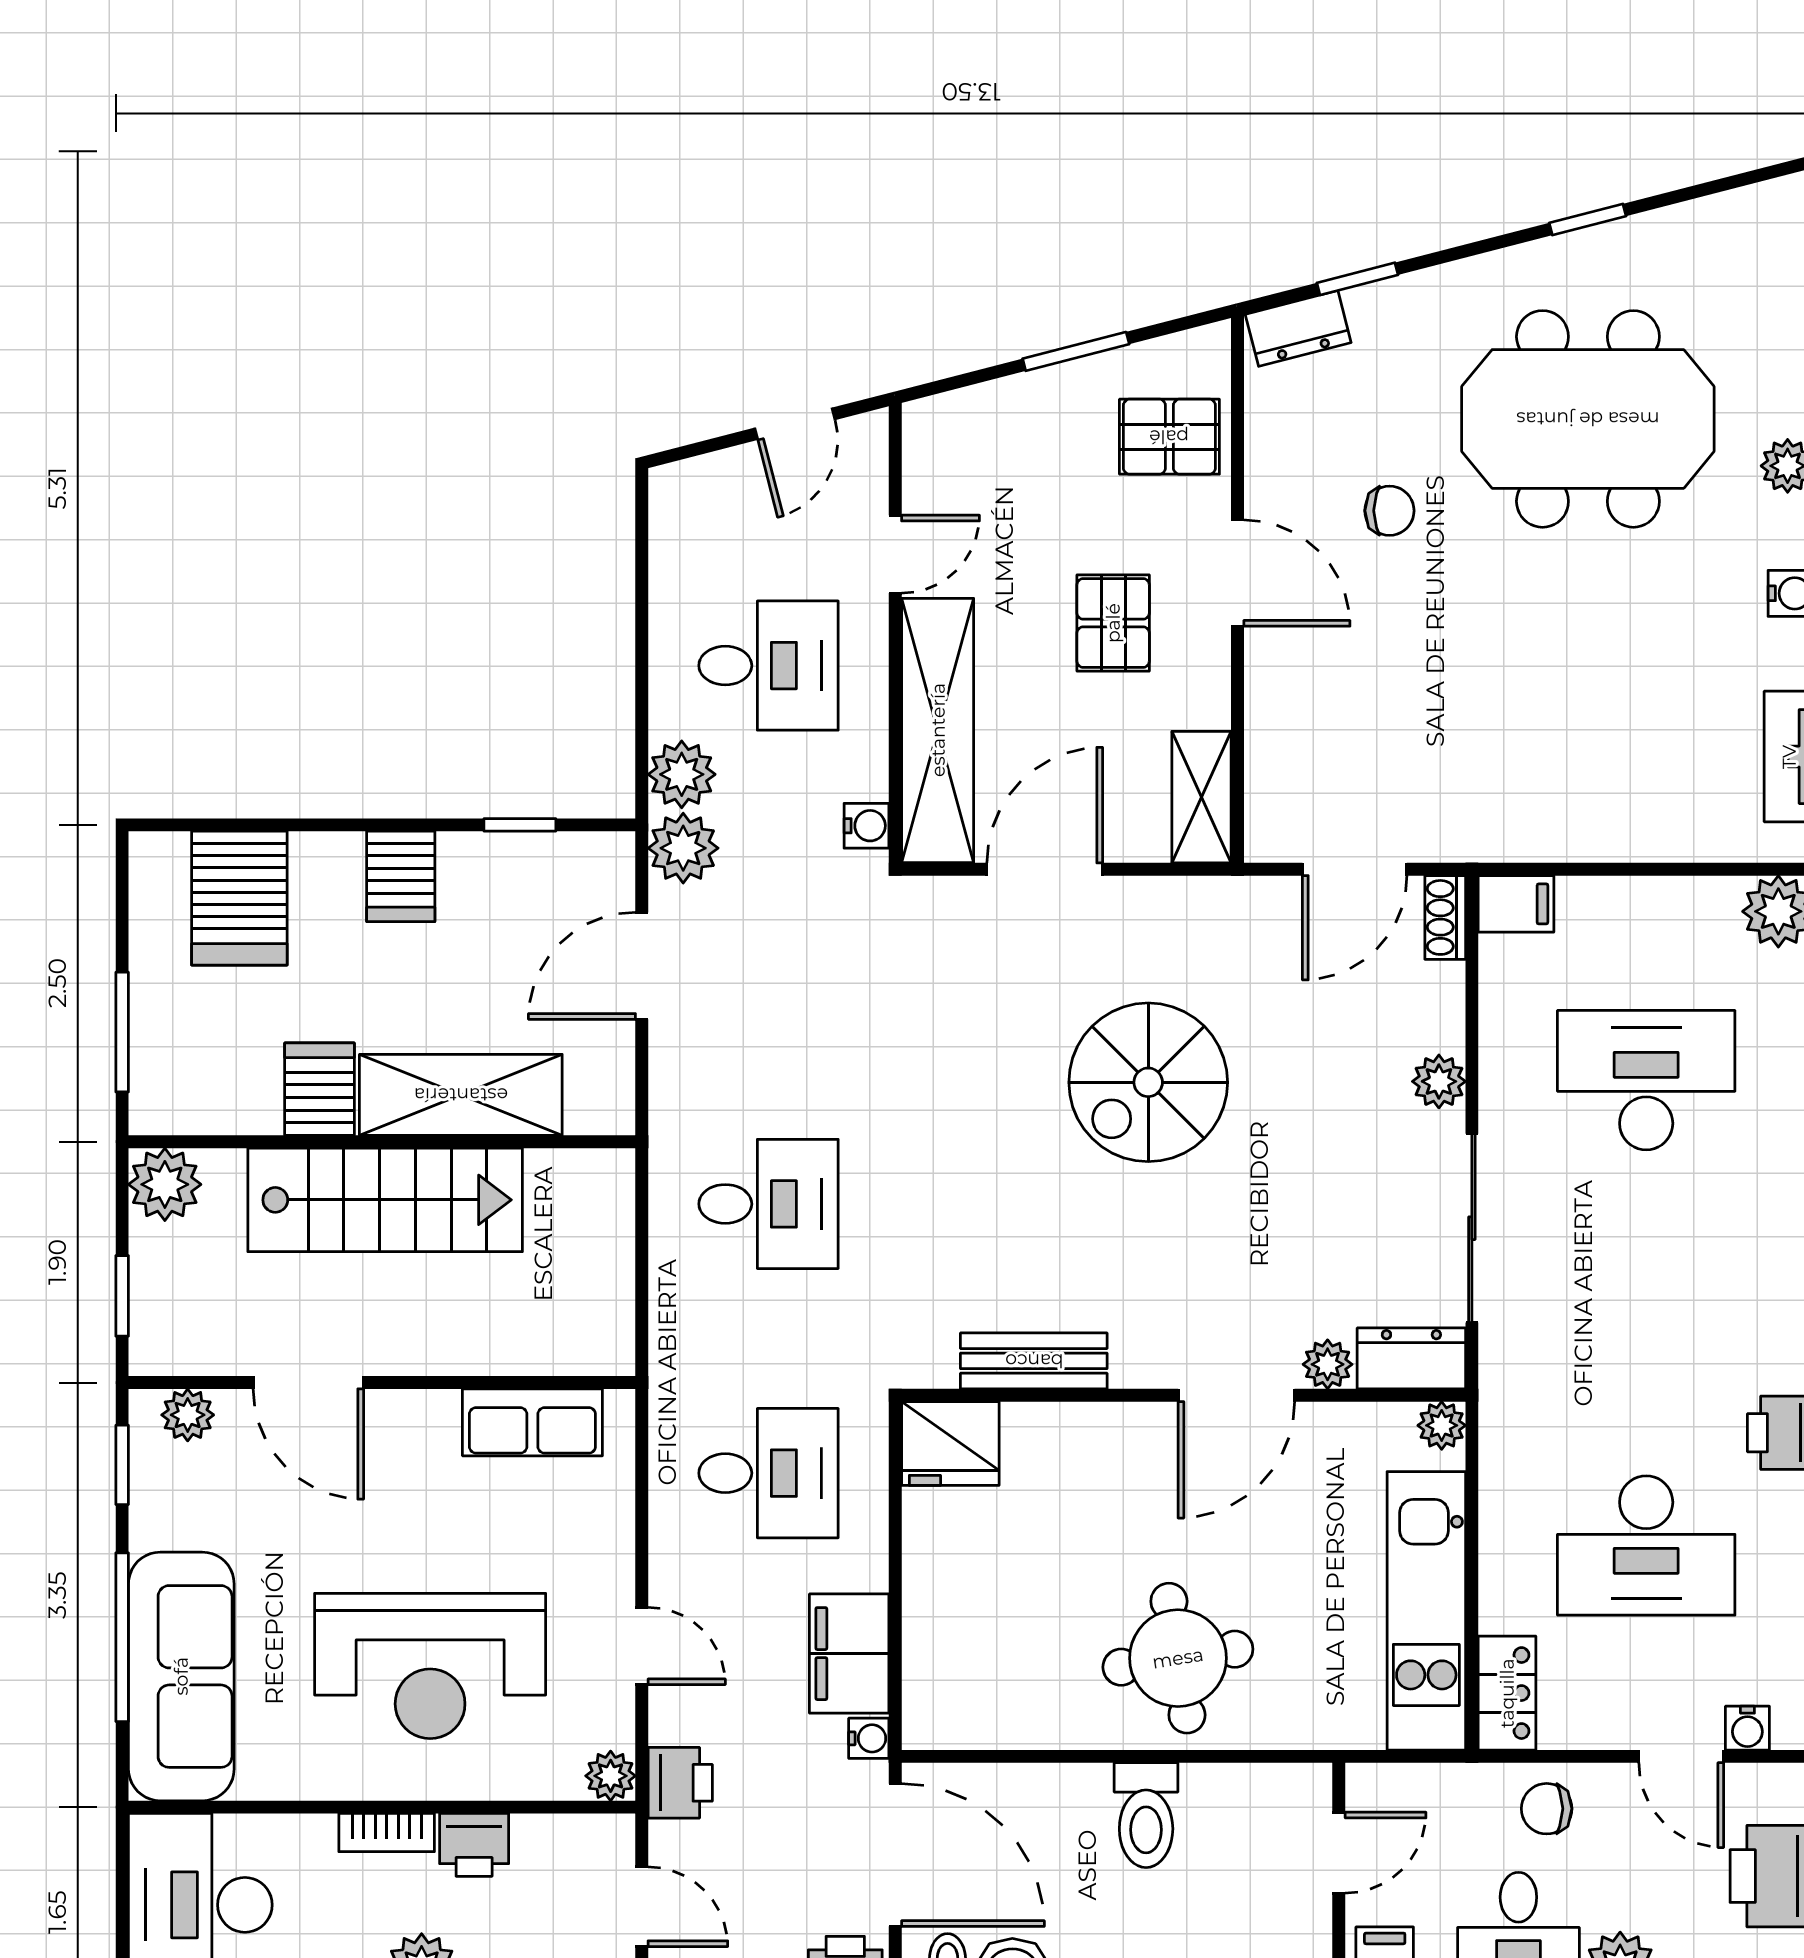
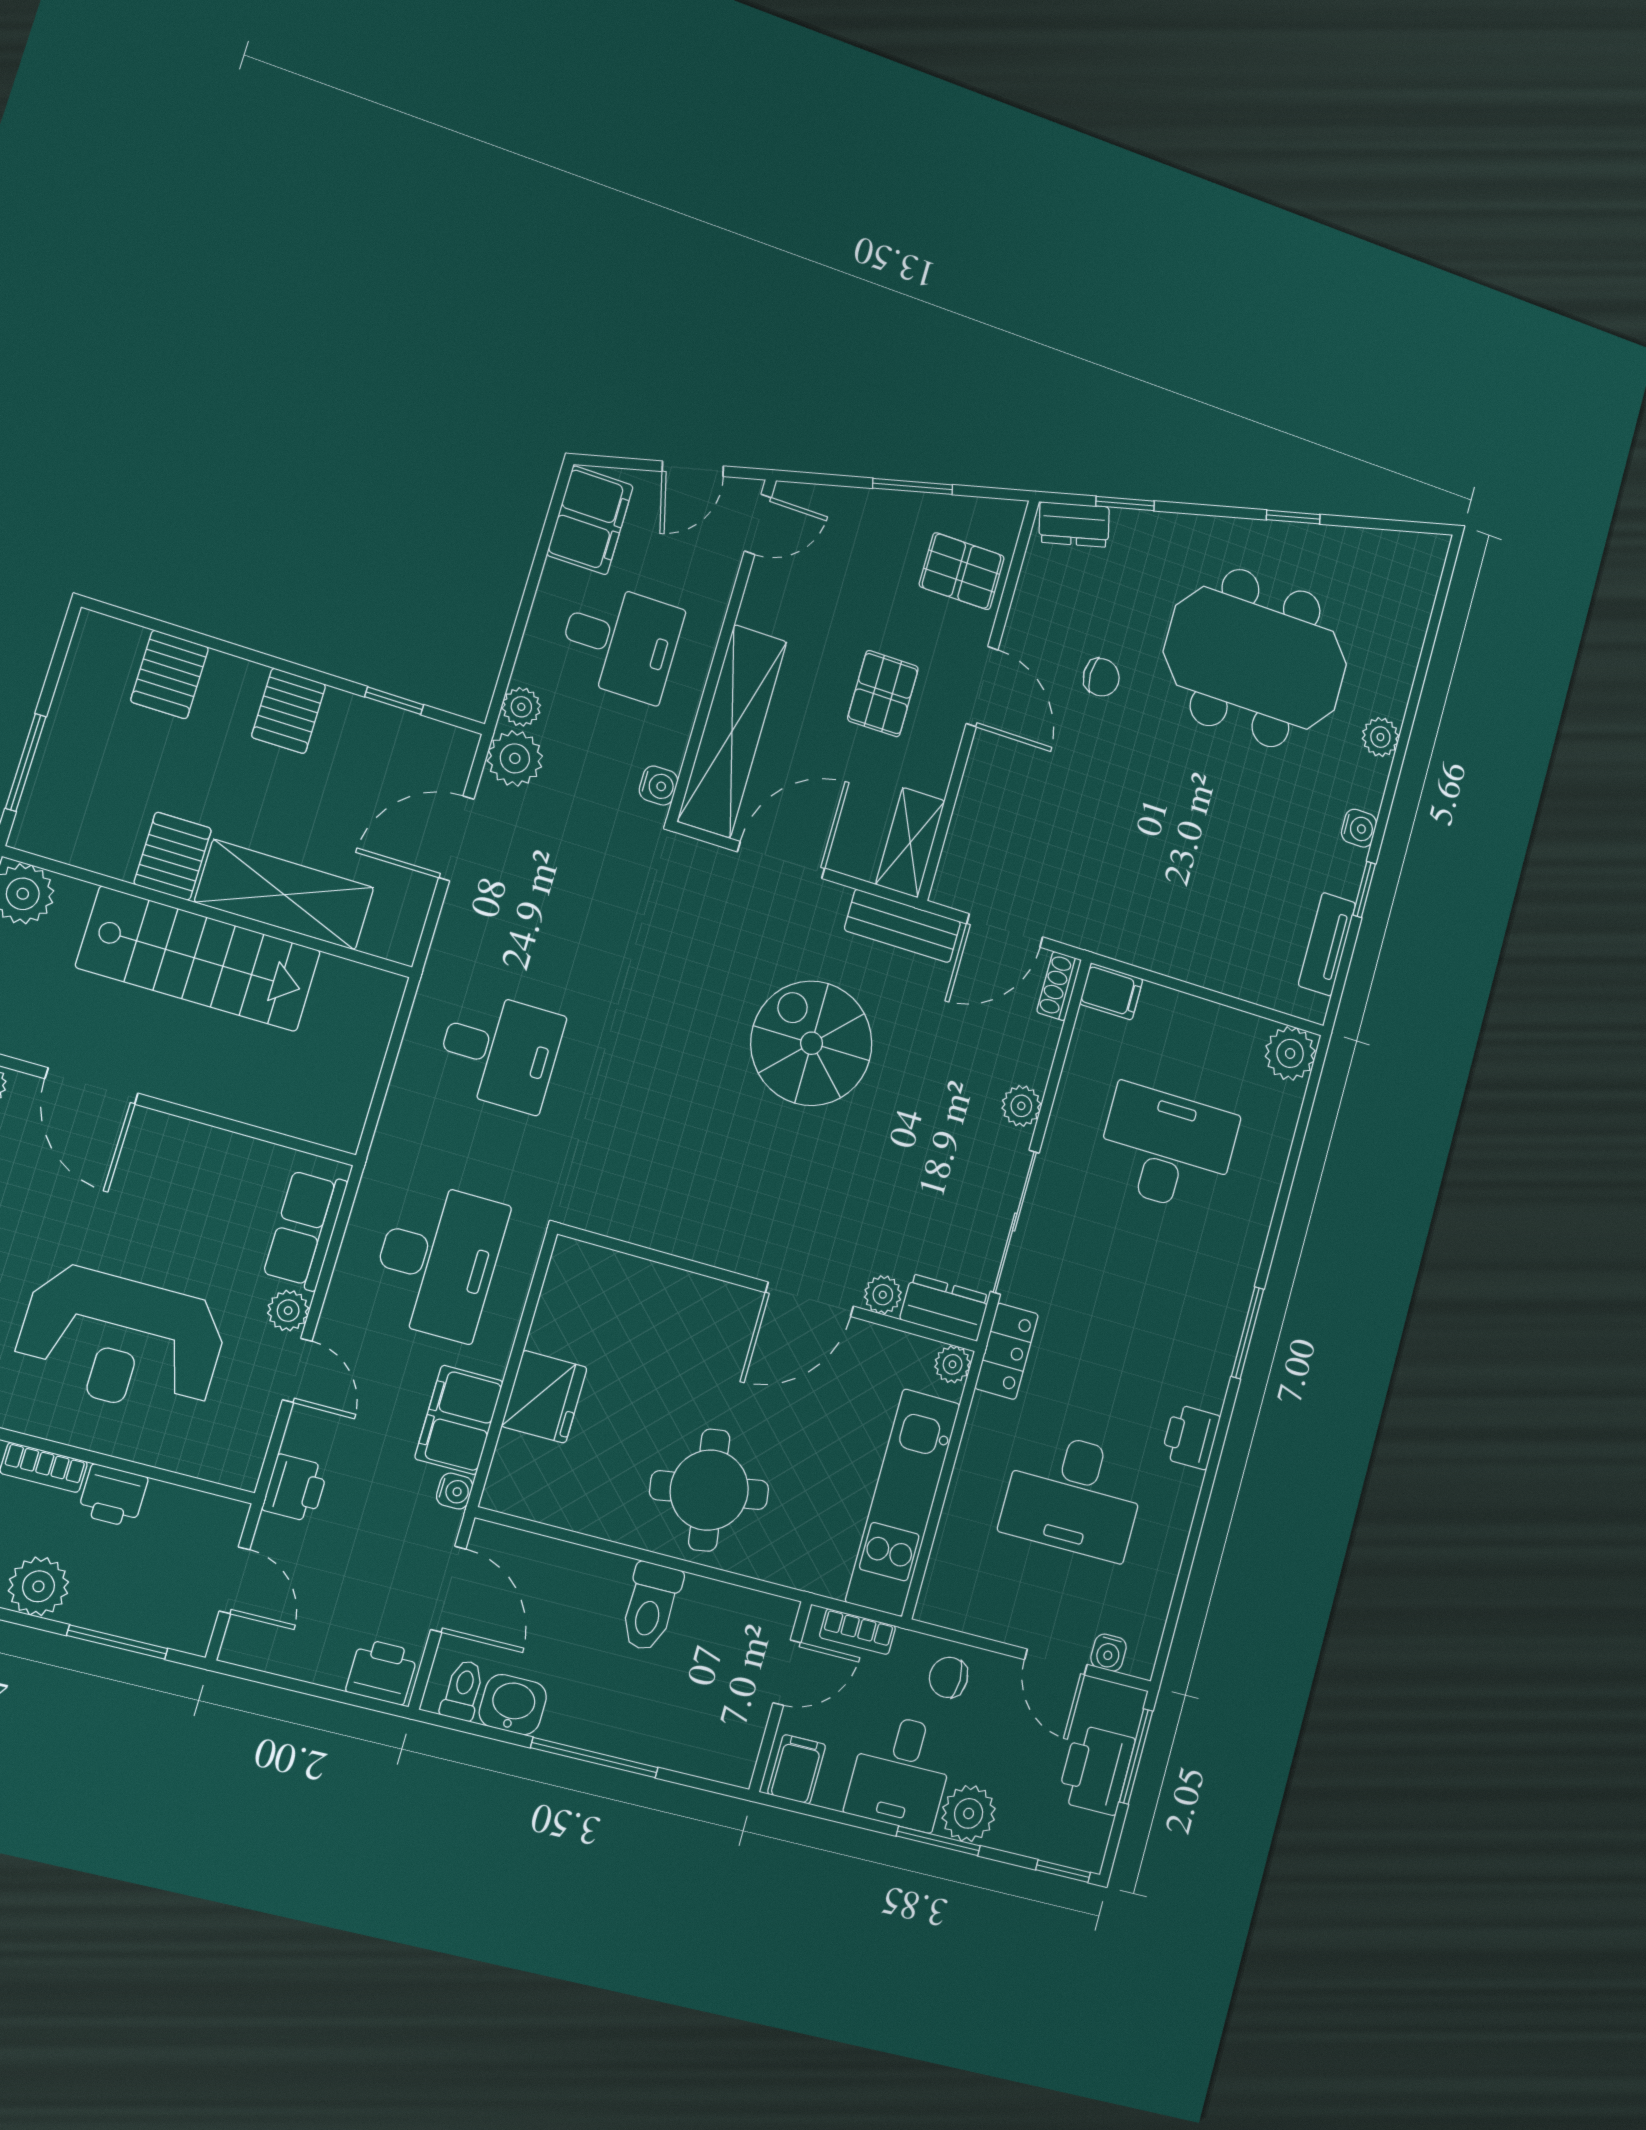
filing cabinet: (688, 530) -> (590, 520), added
door: (895, 554) -> (758, 524), moved
plant: (682, 774) -> (521, 707), width x0.73, depth x0.73
server rack: (239, 898) -> (170, 674), width x0.73, depth x0.70
spiral stairs: (1148, 1082) -> (812, 1043), turned 90
bench: (1034, 1361) -> (903, 926), moved
row of seats: (532, 1422) -> (305, 1229), moved, turned 90
fridge: (950, 1443) -> (544, 1397), moved, turned -90
desk: (768, 1473) -> (438, 1261), width x1.37
locker: (1507, 1693) -> (1007, 1351), moved
plant: (611, 1776) -> (288, 1311), moved
bookcase: (1414, 1782) -> (858, 1632), added
door: (895, 1855) -> (448, 1589), width x0.73

